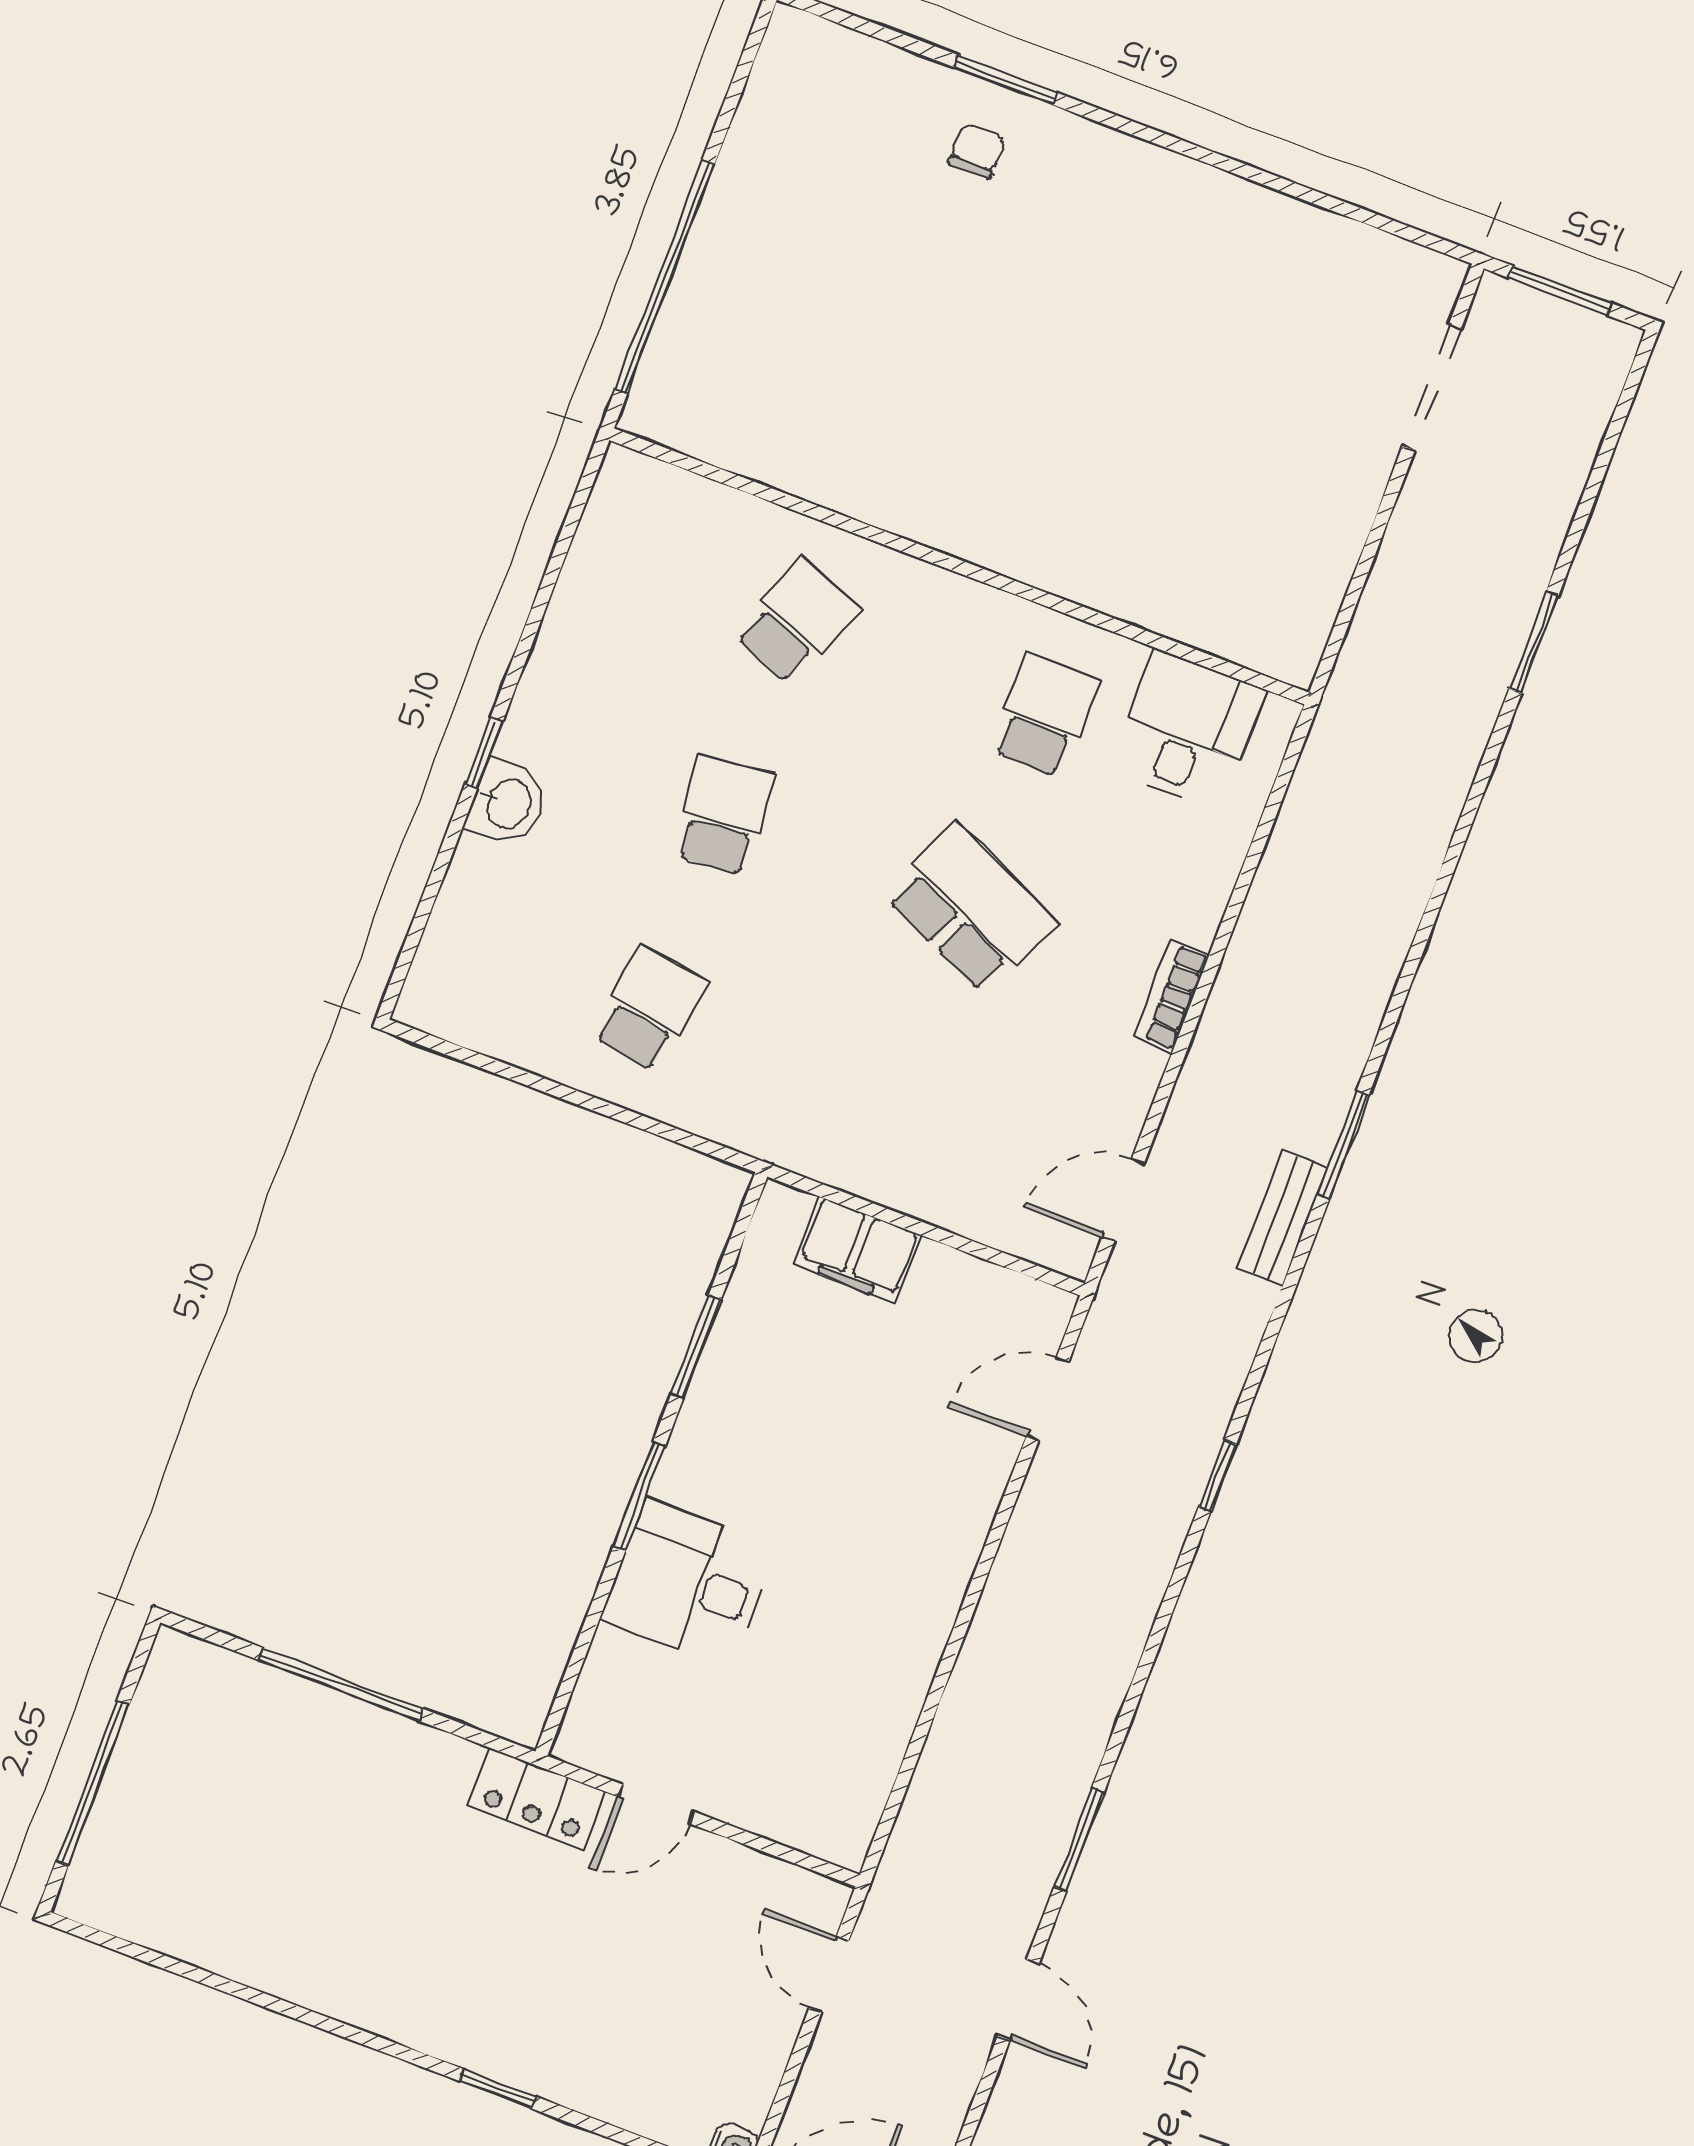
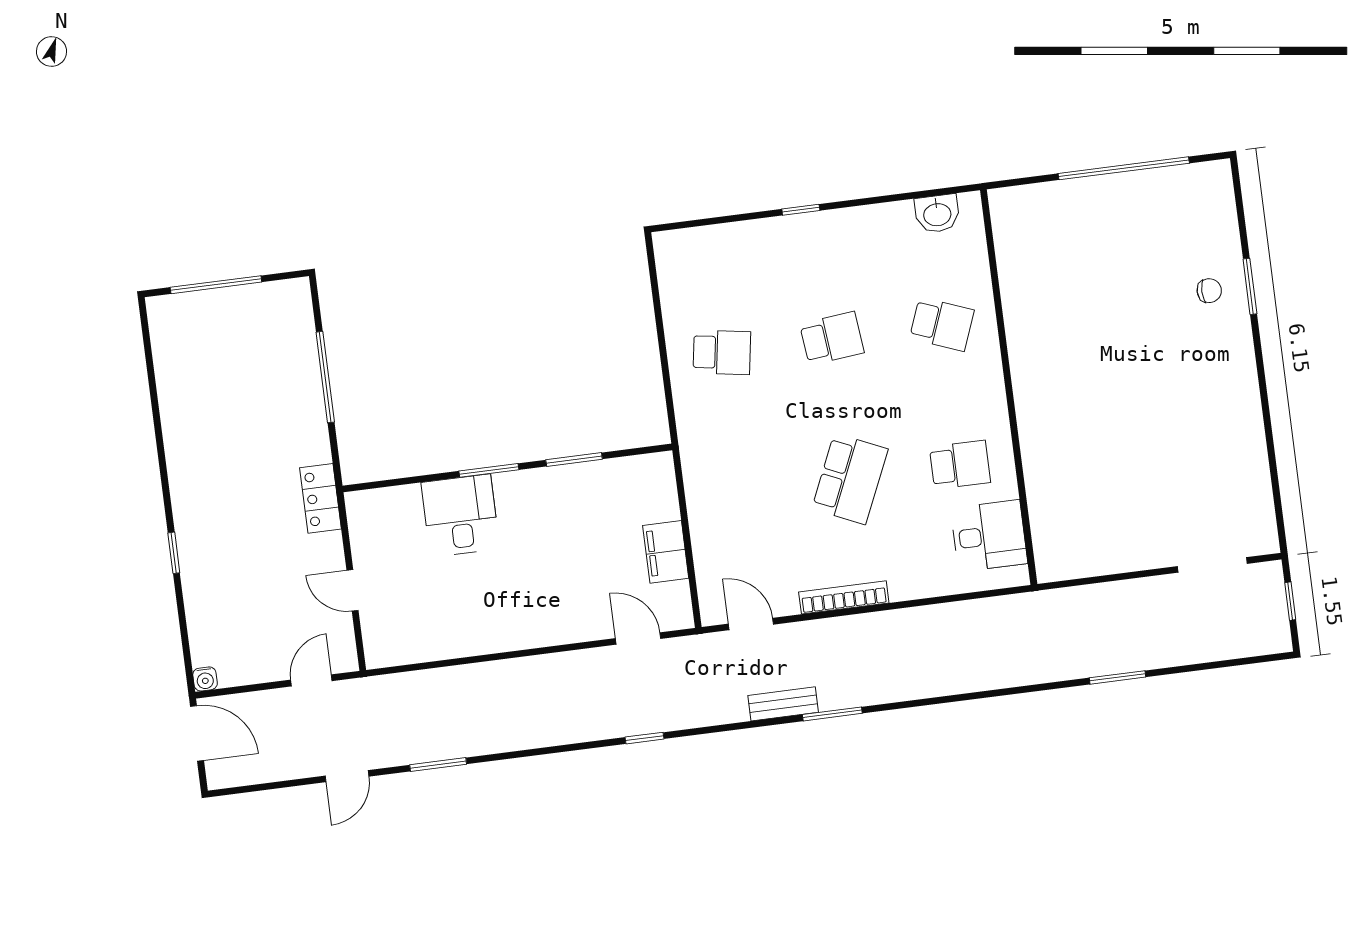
window: (665, 277) -> (1124, 168), moved
window: (1560, 291) -> (1290, 601), width x0.67
washbasin: (507, 803) -> (937, 214), moved
bookcase: (1172, 996) -> (844, 597), width x1.56
filing cabinet: (857, 1250) -> (666, 552), moved
door: (656, 1804) -> (353, 590), moved

